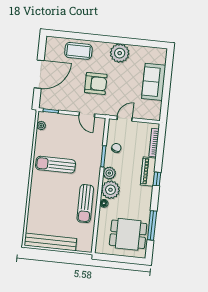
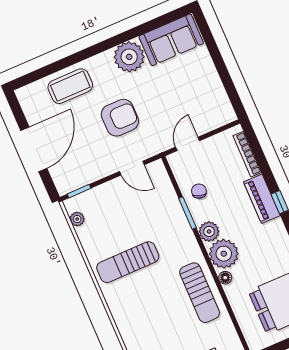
sofa: (154, 82) -> (171, 40), moved, turned -90

